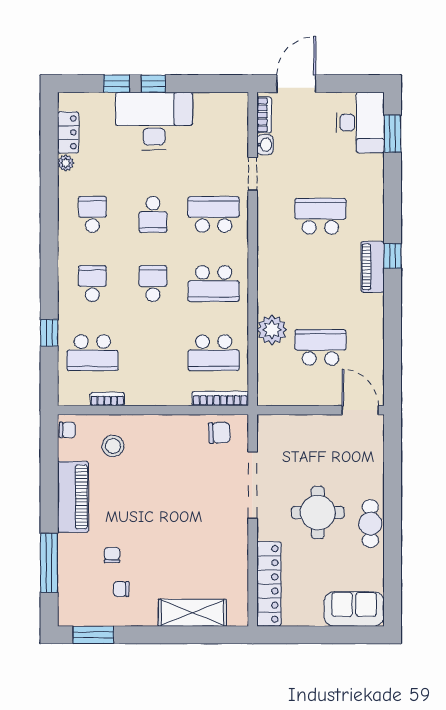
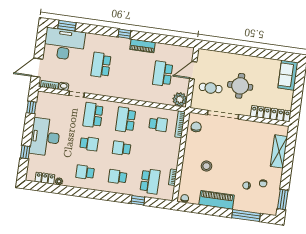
window: (153, 84) -> (31, 107), moved
door: (296, 84) -> (37, 68), hinge flipped
desk: (360, 122) -> (64, 44), width x1.36, depth x1.30
piano: (373, 267) -> (142, 46), moved
school desk: (214, 284) -> (126, 120), turned 180
plant: (272, 330) -> (180, 99), moved
school desk: (214, 353) -> (158, 124), width x0.54
door: (360, 410) -> (193, 70), moved
stool: (113, 446) -> (206, 166), moved
cafe table: (370, 524) -> (211, 88), moved

